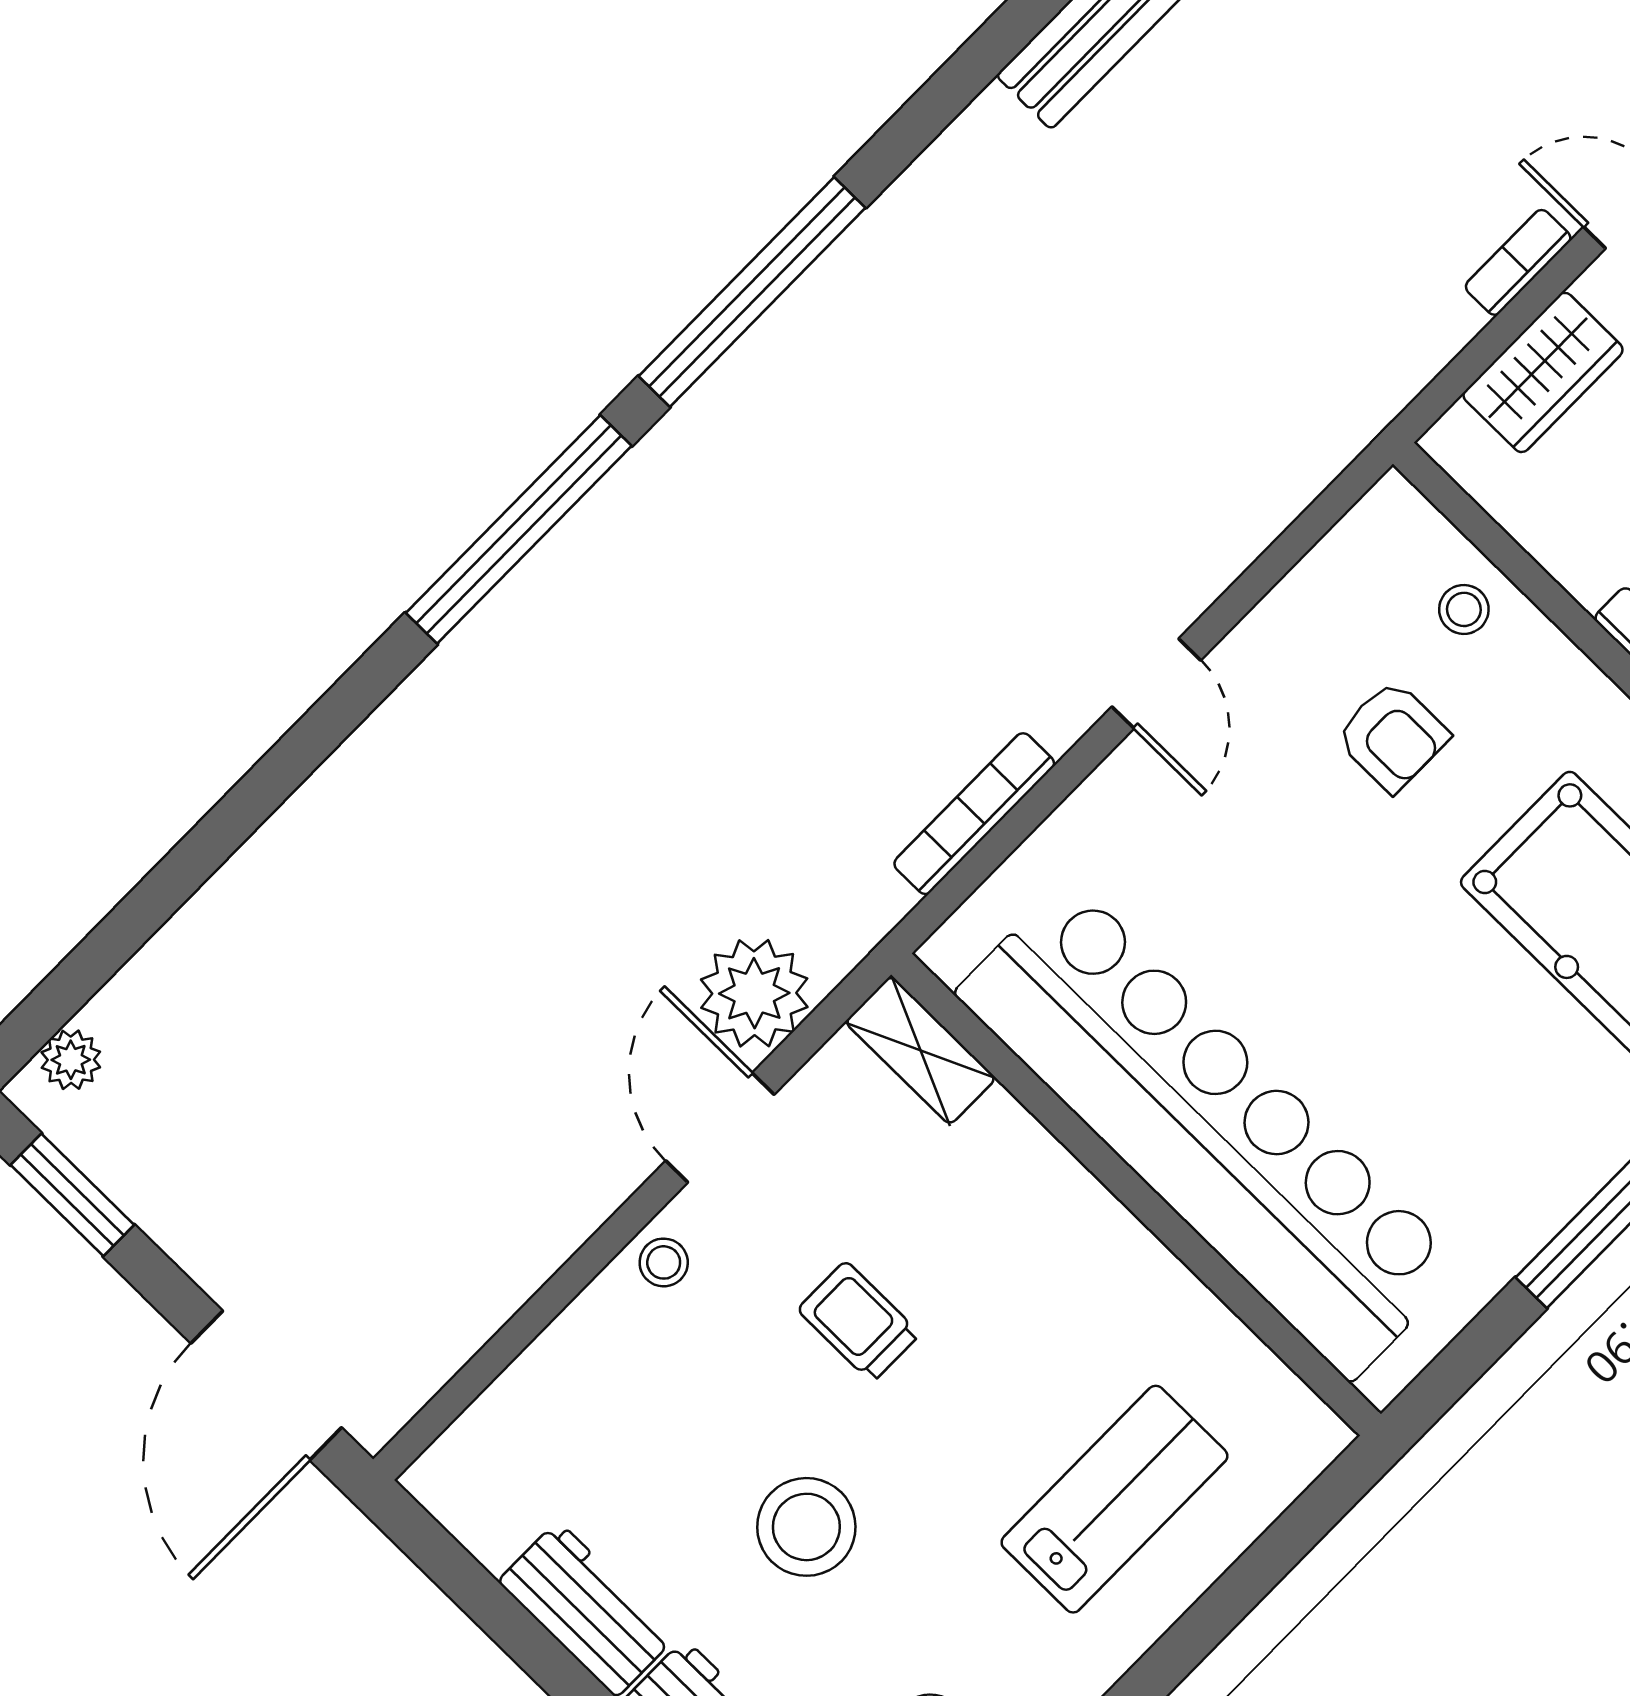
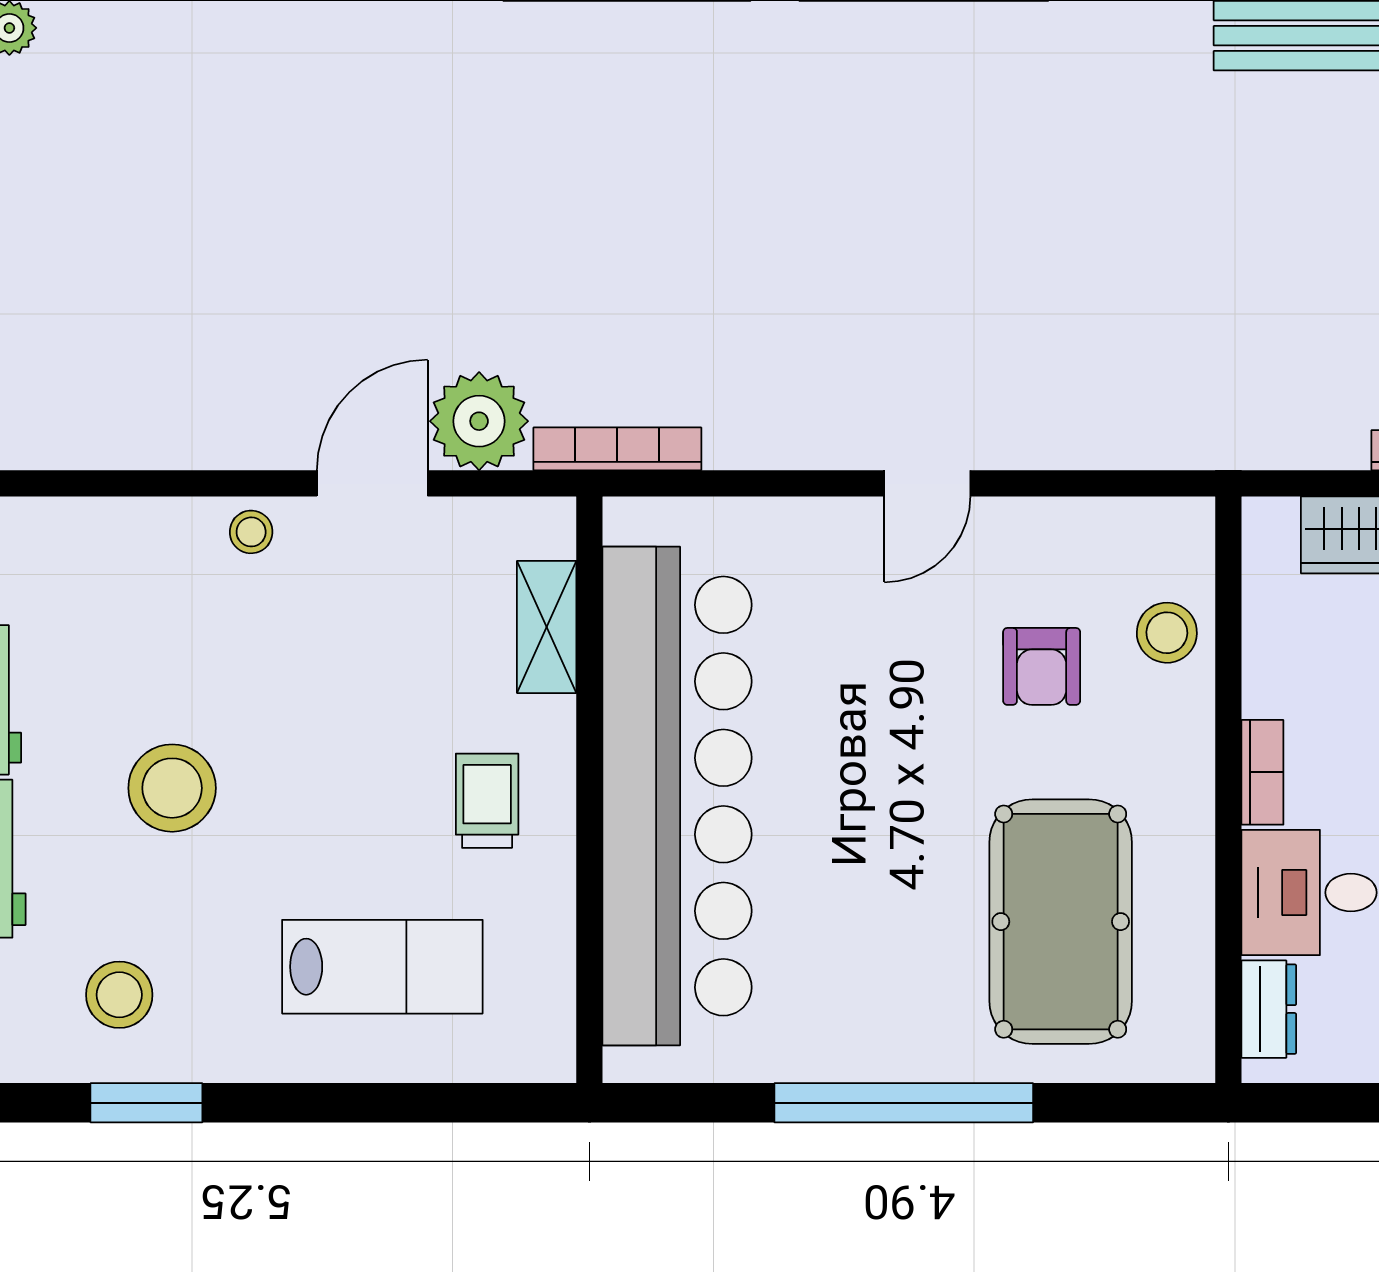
stool: (1464, 609) -> (1167, 633), width x1.37, depth x1.37
bookcase: (974, 814) -> (617, 449), moved
shelving: (920, 1050) -> (547, 627), moved
trolley: (859, 1322) -> (487, 801), moved

